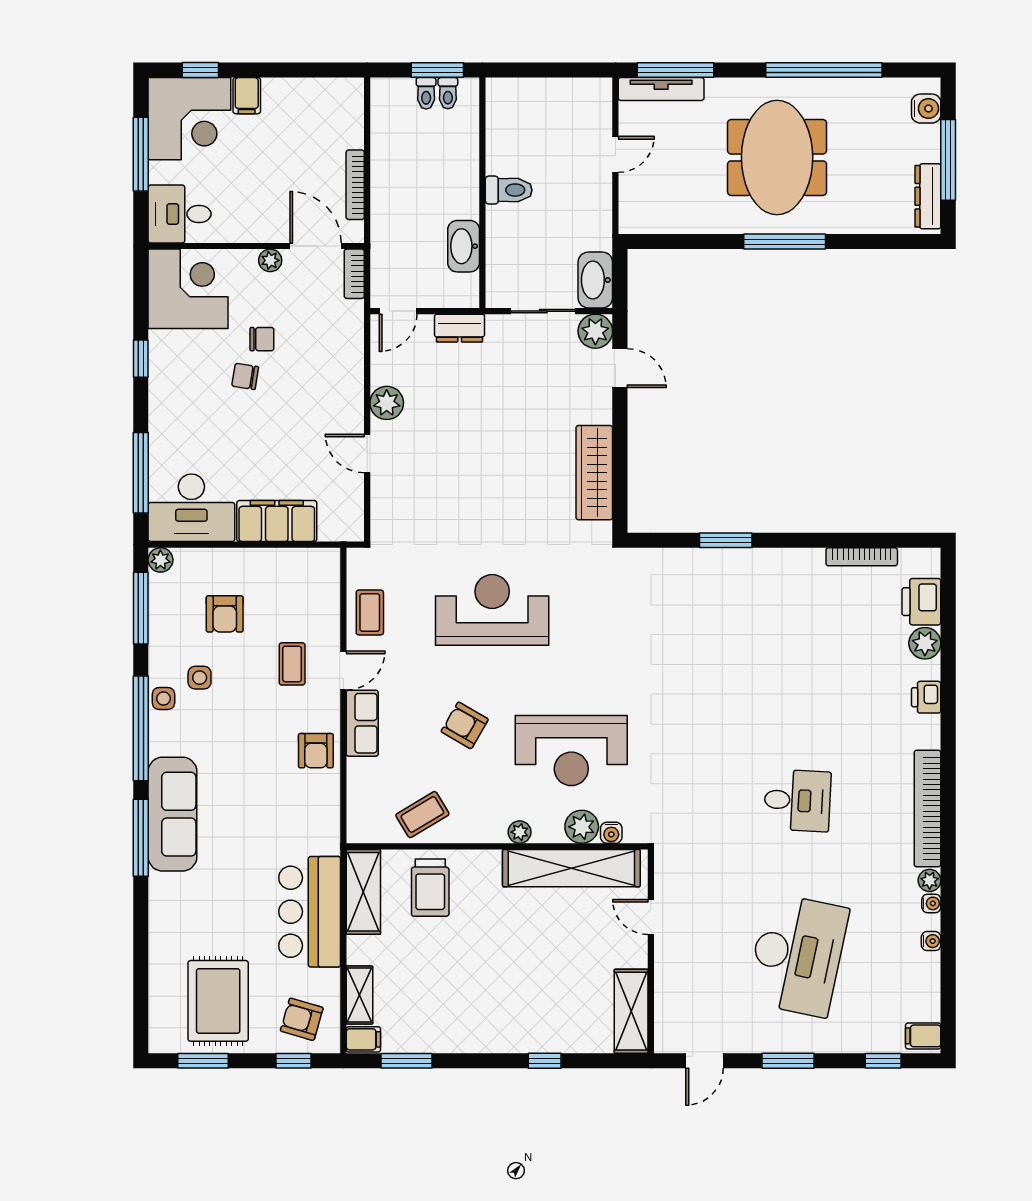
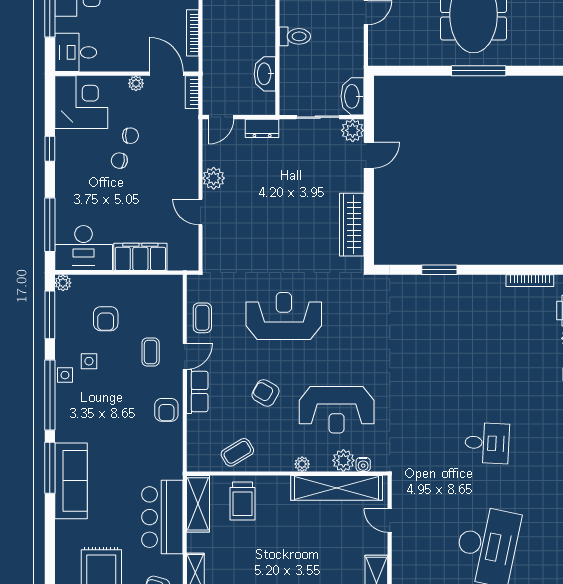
door: (620, 368) -> (369, 155), hinge flipped
sofa: (172, 814) -> (71, 481), moved

